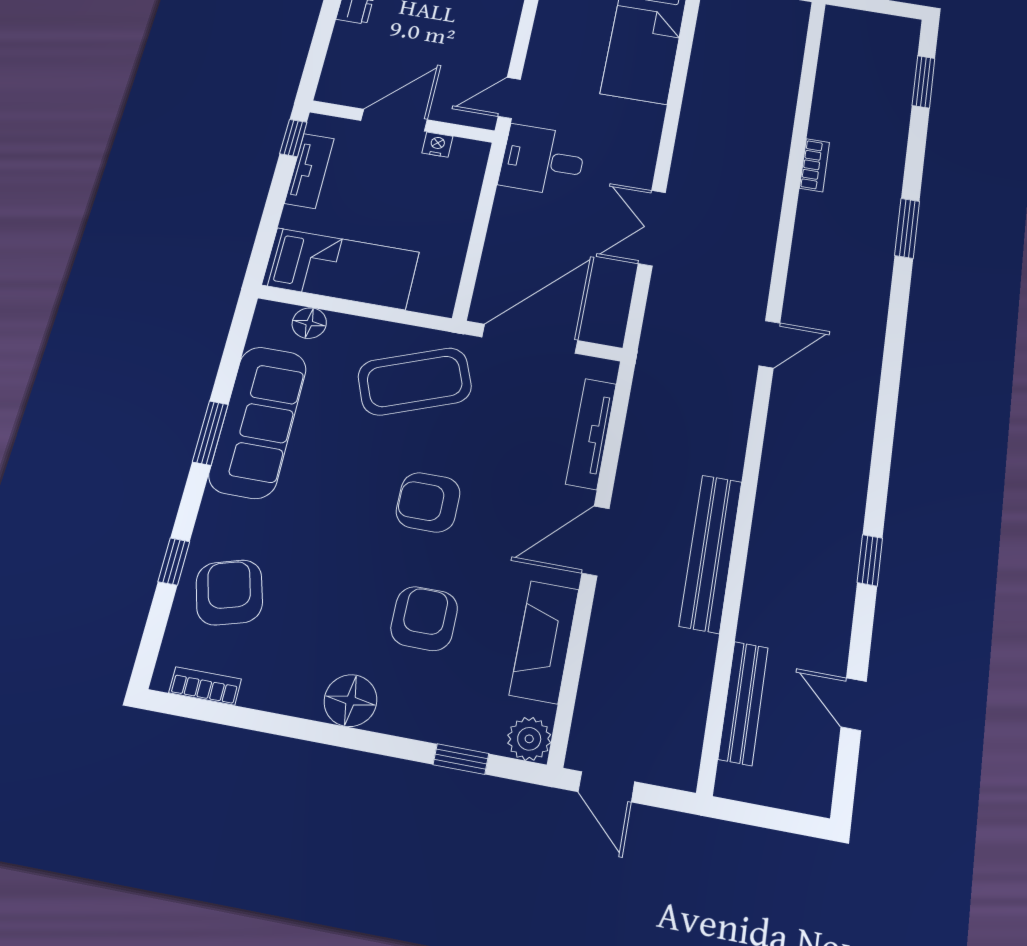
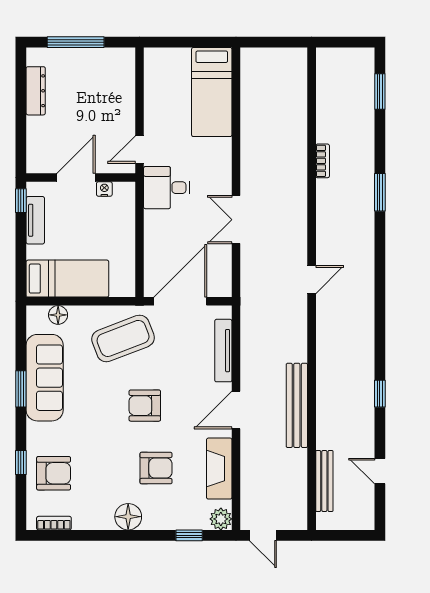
armchair: (229, 592) -> (54, 473), turned 106
armchair: (424, 619) -> (156, 468), turned 90

